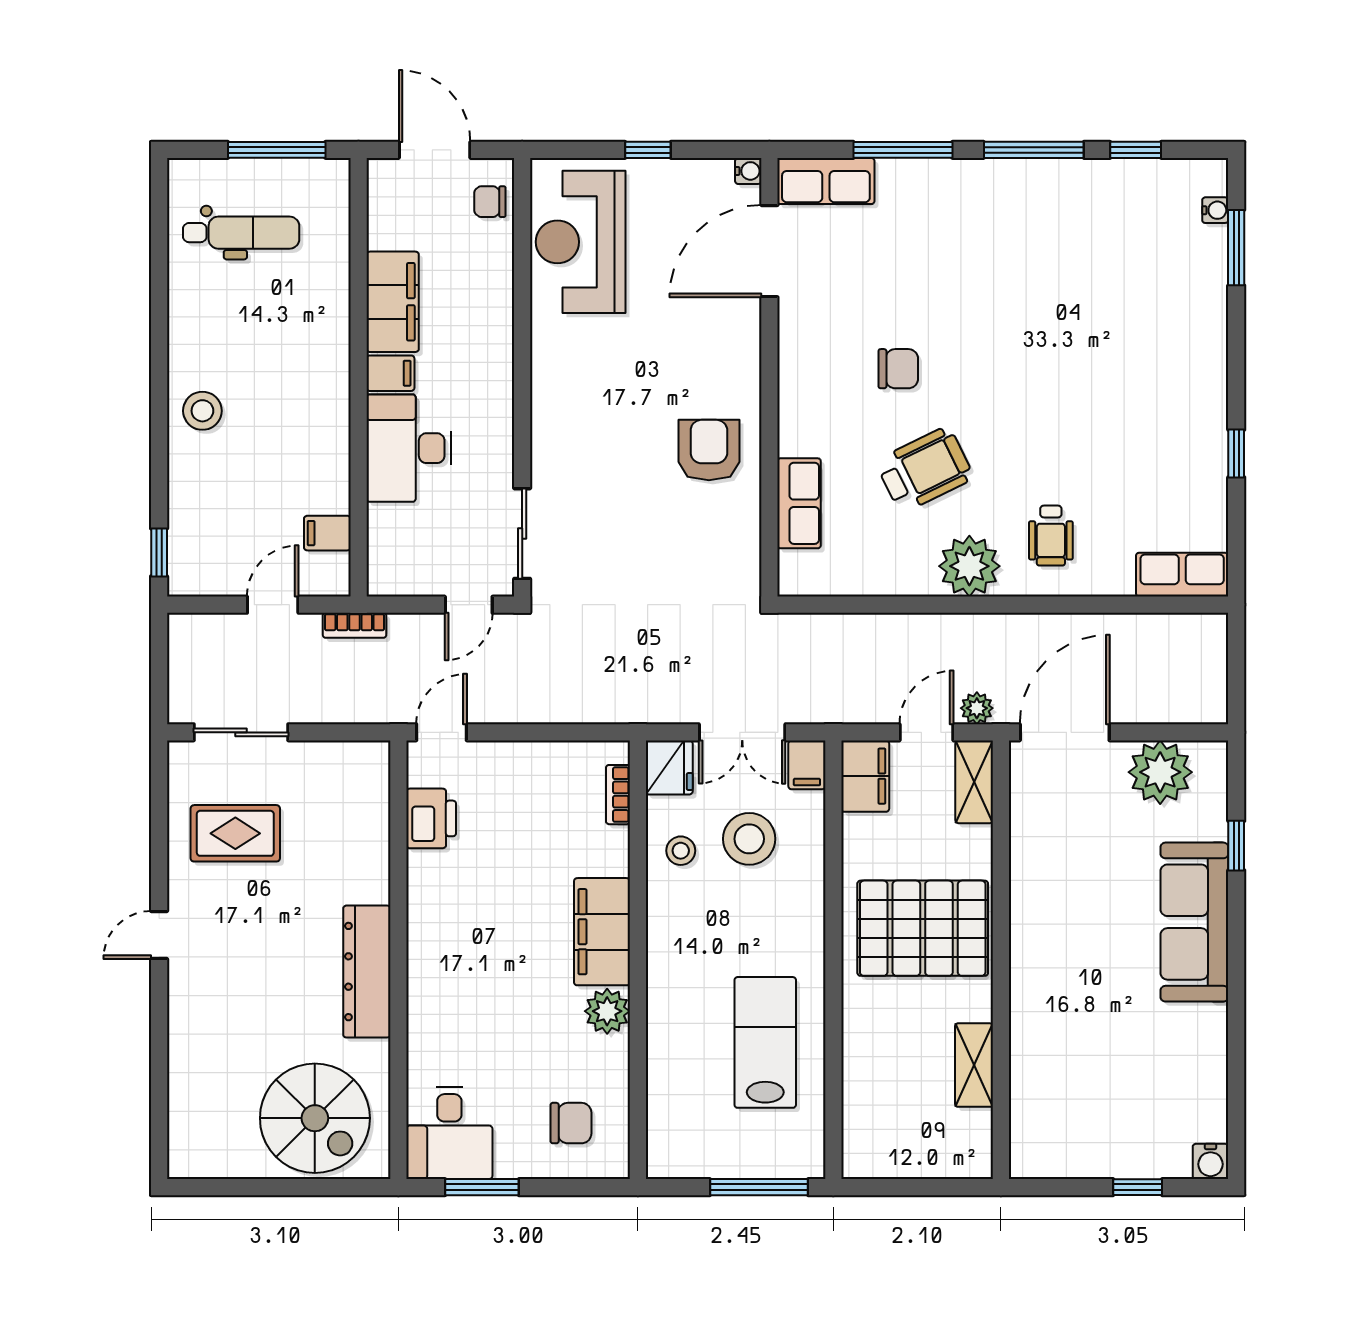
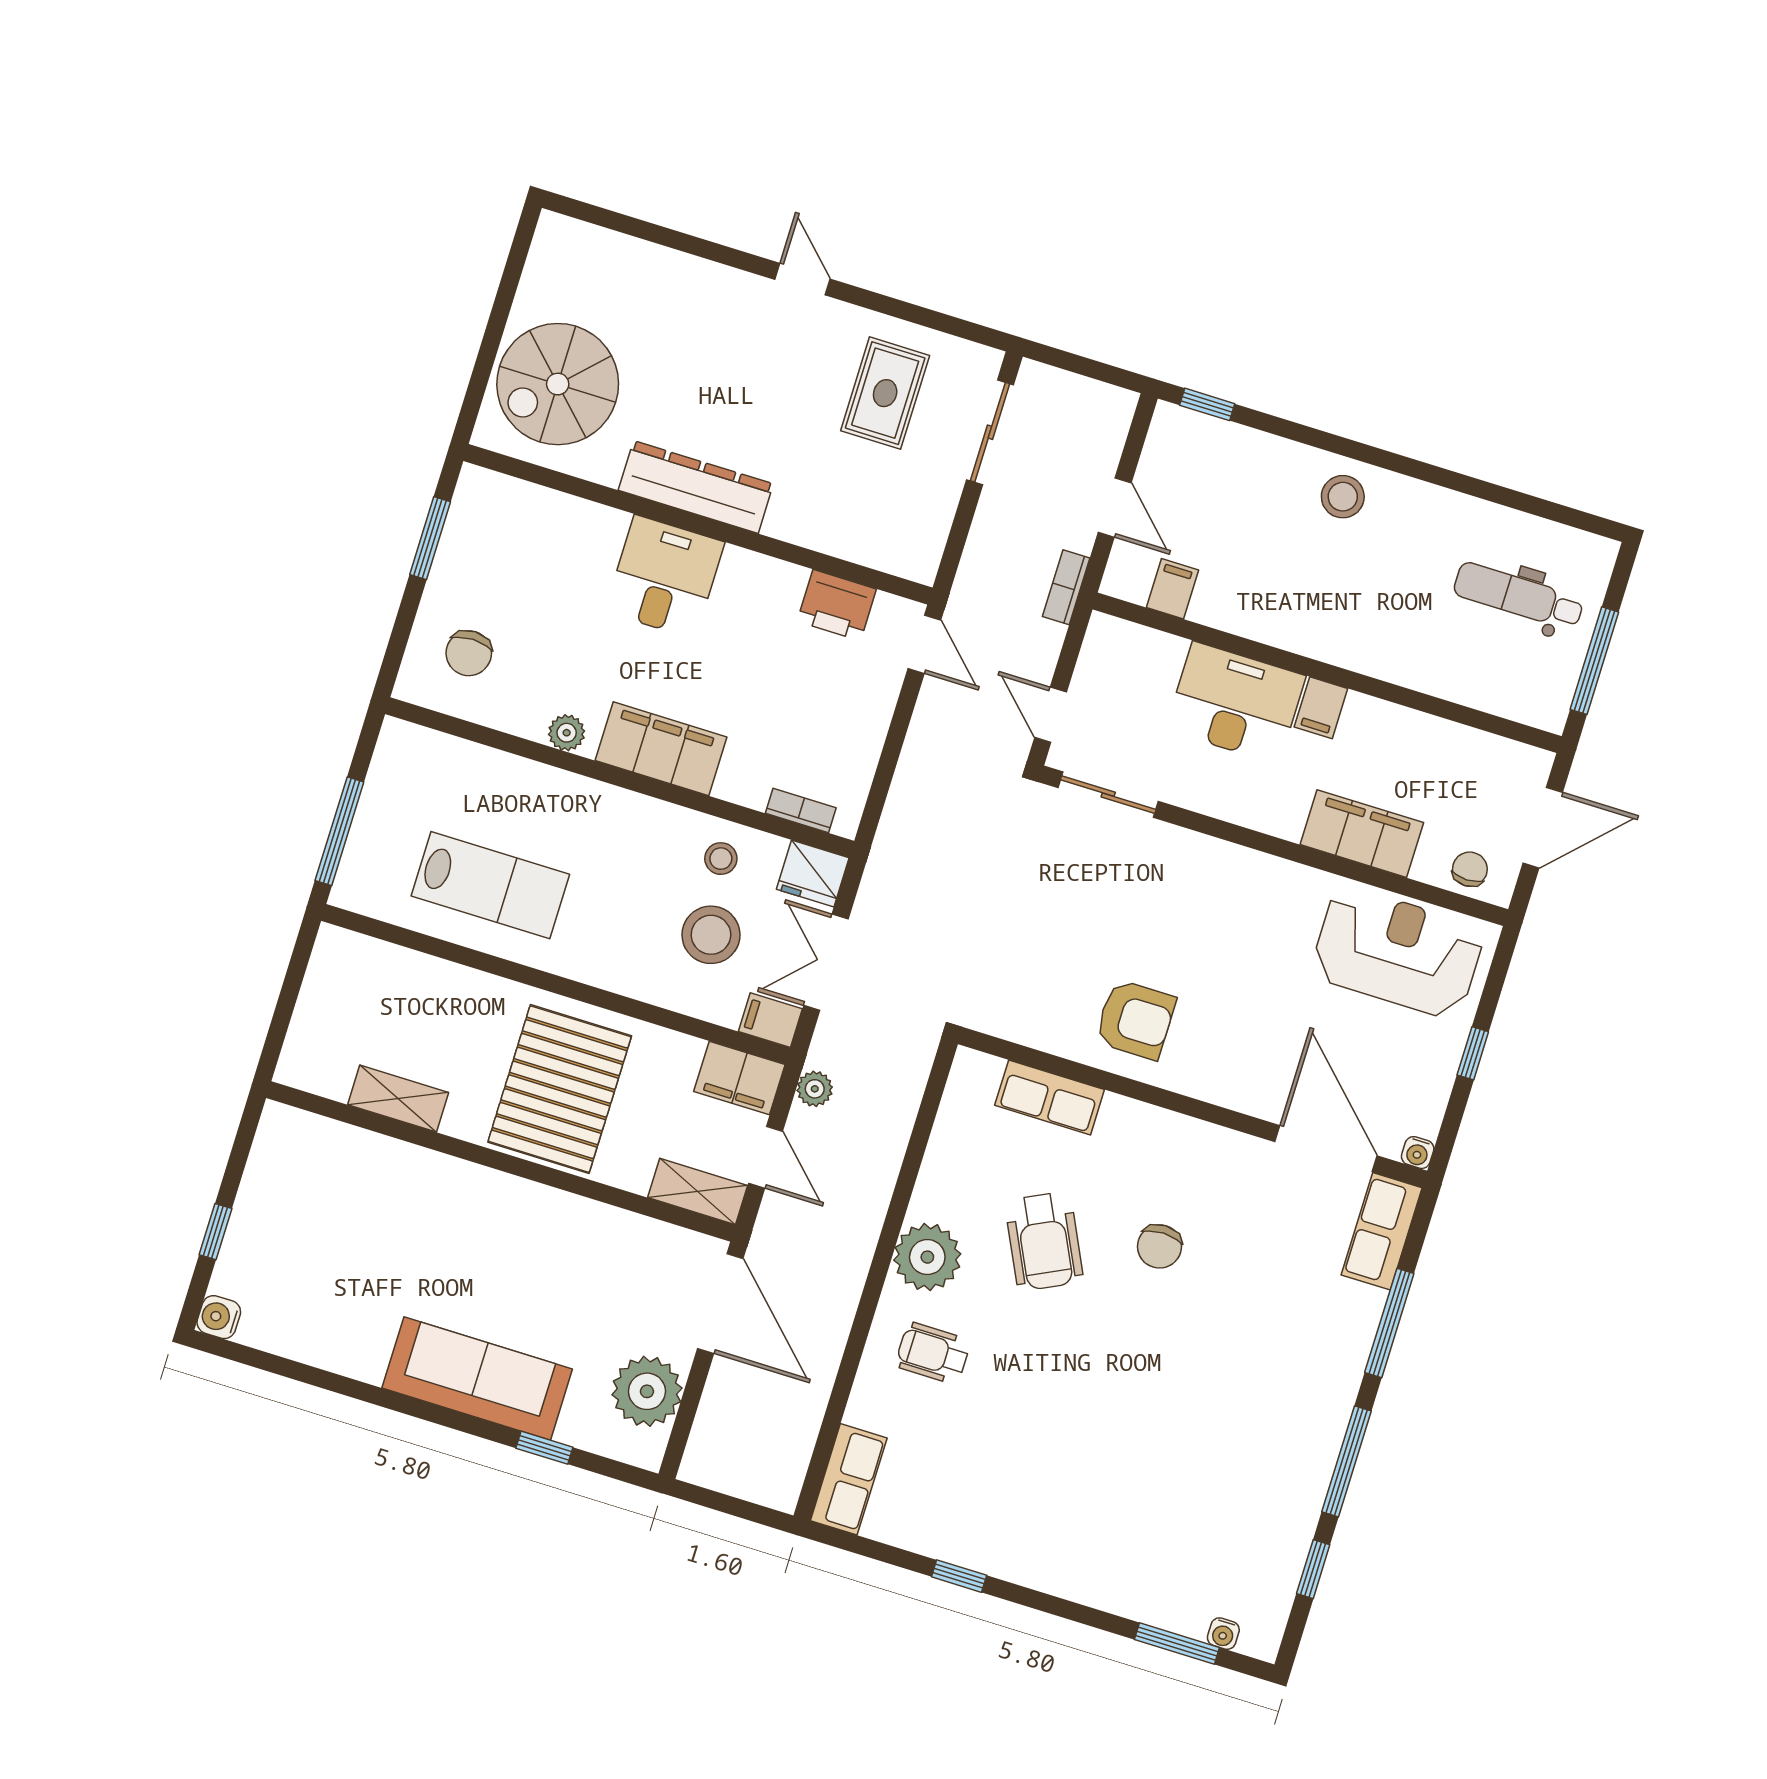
dental chair: (241, 233) -> (1519, 596), turned 90
filing cabinet: (393, 302) -> (1362, 834), moved, turned 180
plant: (977, 708) -> (815, 1089), moved
plant: (607, 1011) -> (567, 733), width x0.73, depth x0.73
desk: (449, 1133) -> (665, 577), moved, turned 90

